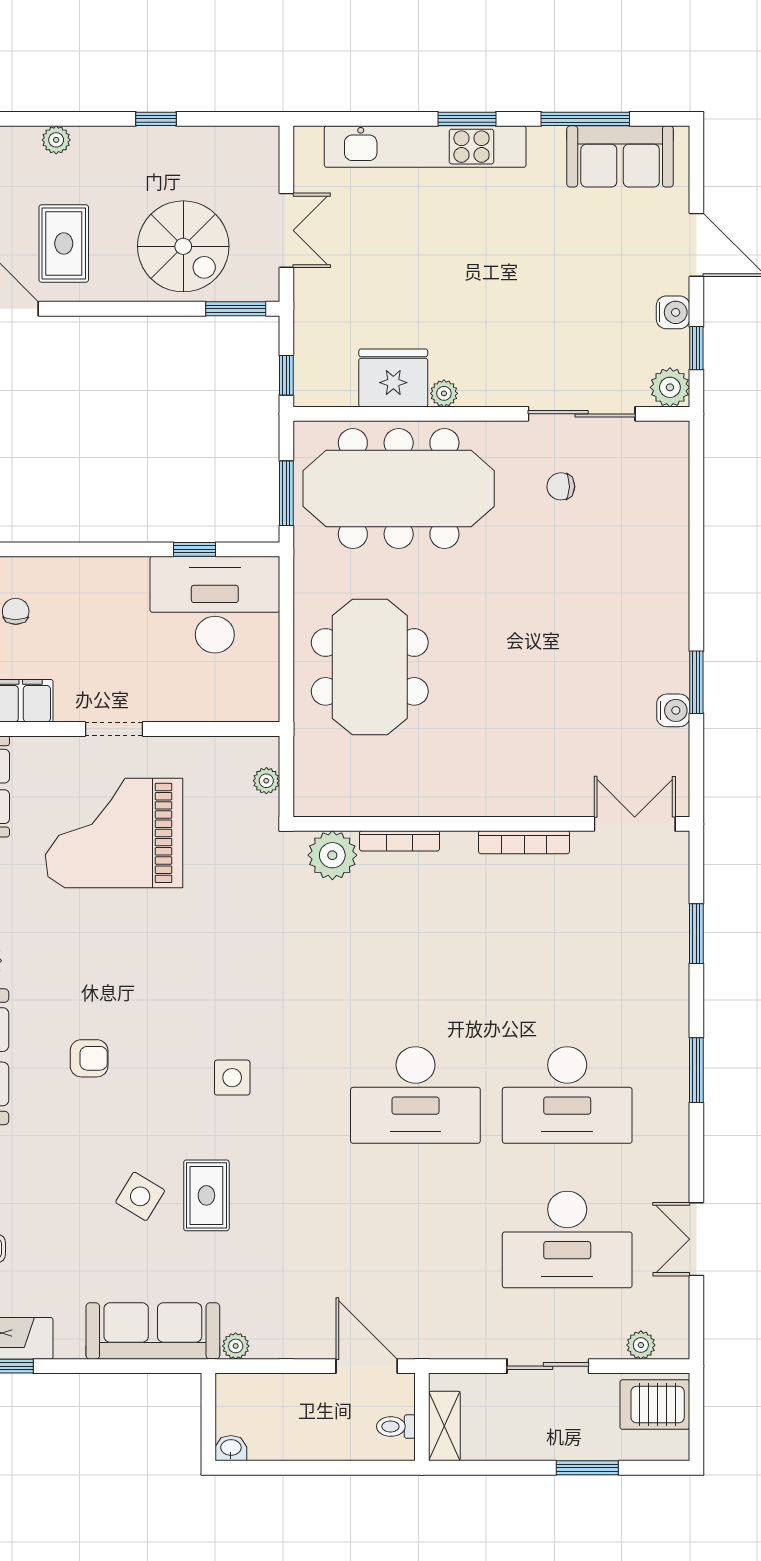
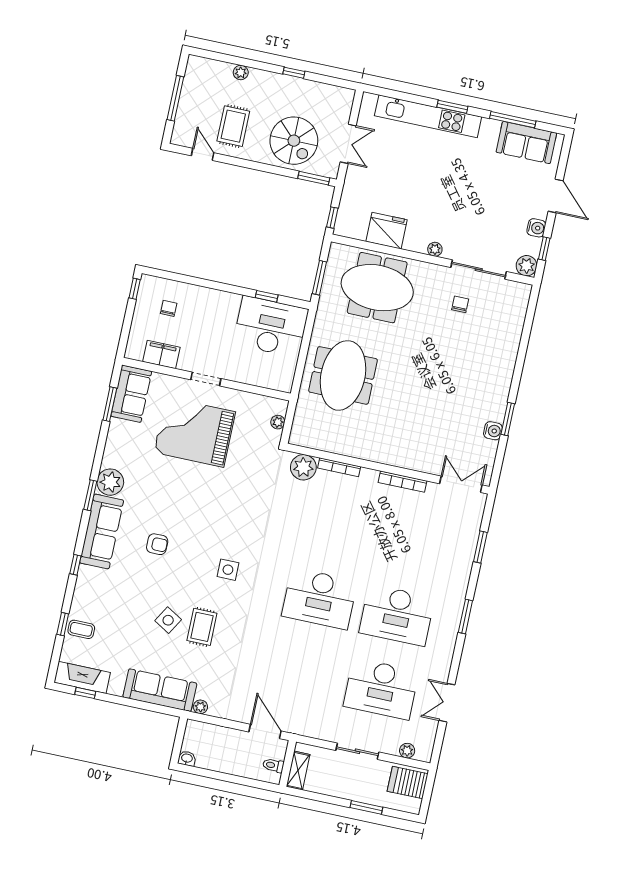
plant: (444, 393) -> (435, 249), moved
chair: (561, 486) -> (460, 304), turned 89
meeting table: (399, 489) -> (377, 288), width x0.73

